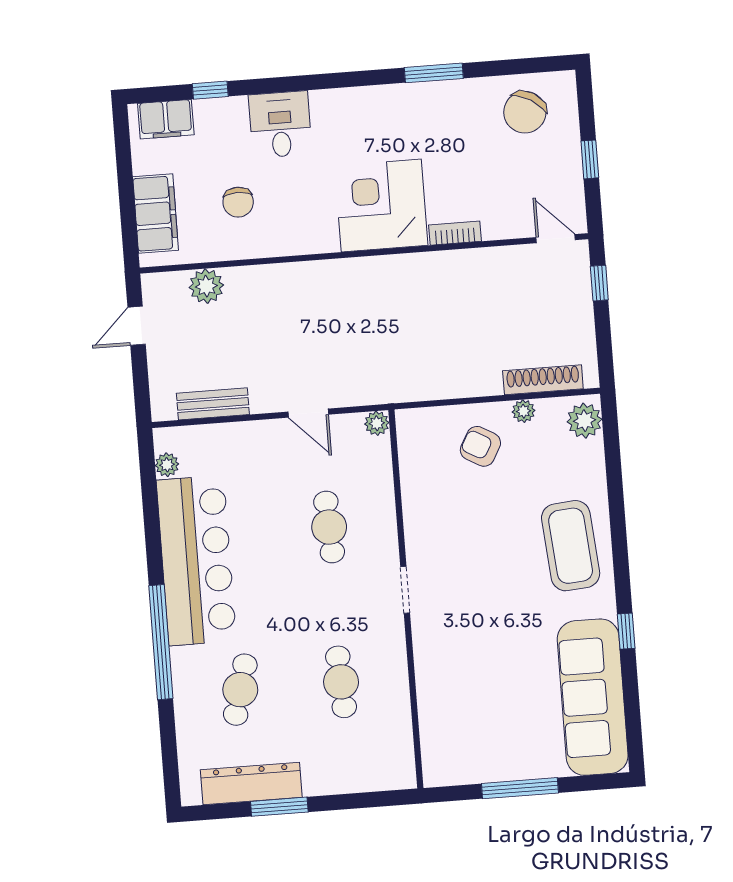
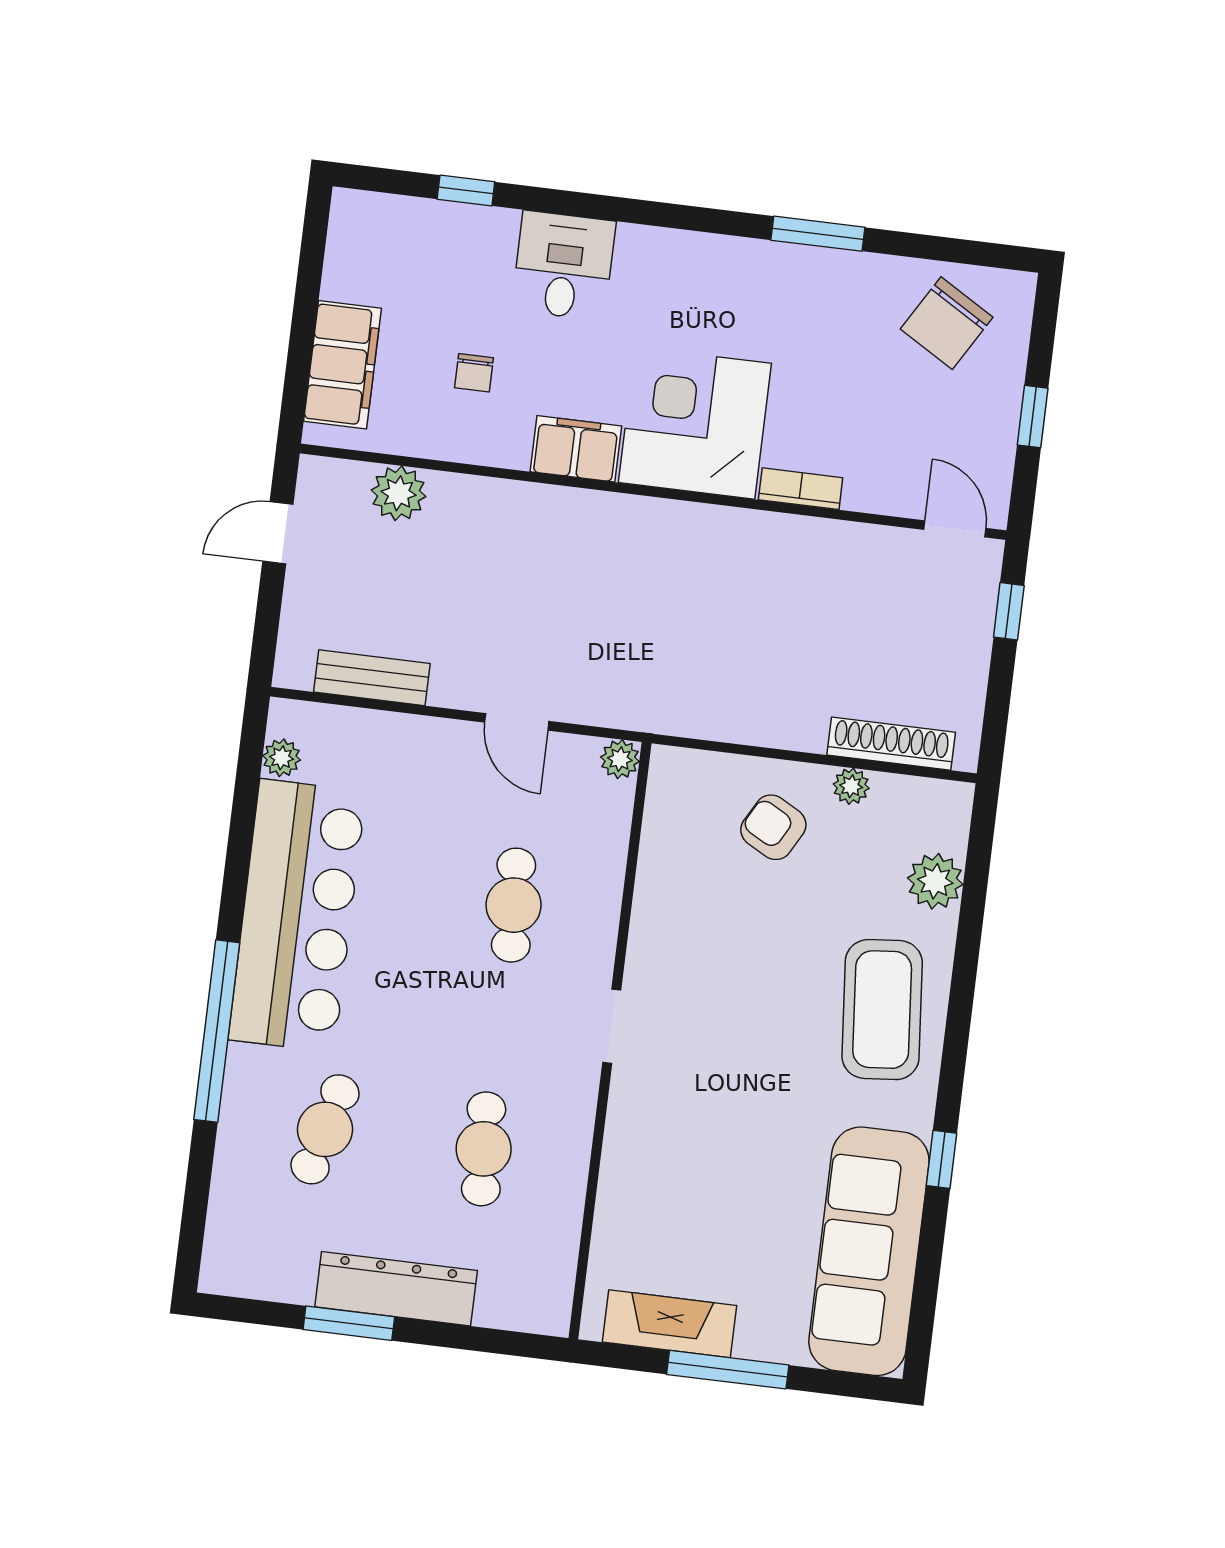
filing cabinet: (166, 119) -> (576, 449), moved, turned 180
chair: (238, 202) -> (474, 373), width x0.73, depth x0.73
plant: (584, 421) -> (935, 881), moved
fireplace: (478, 767) -> (669, 1324), added
dresser: (251, 784) -> (396, 1289), moved

